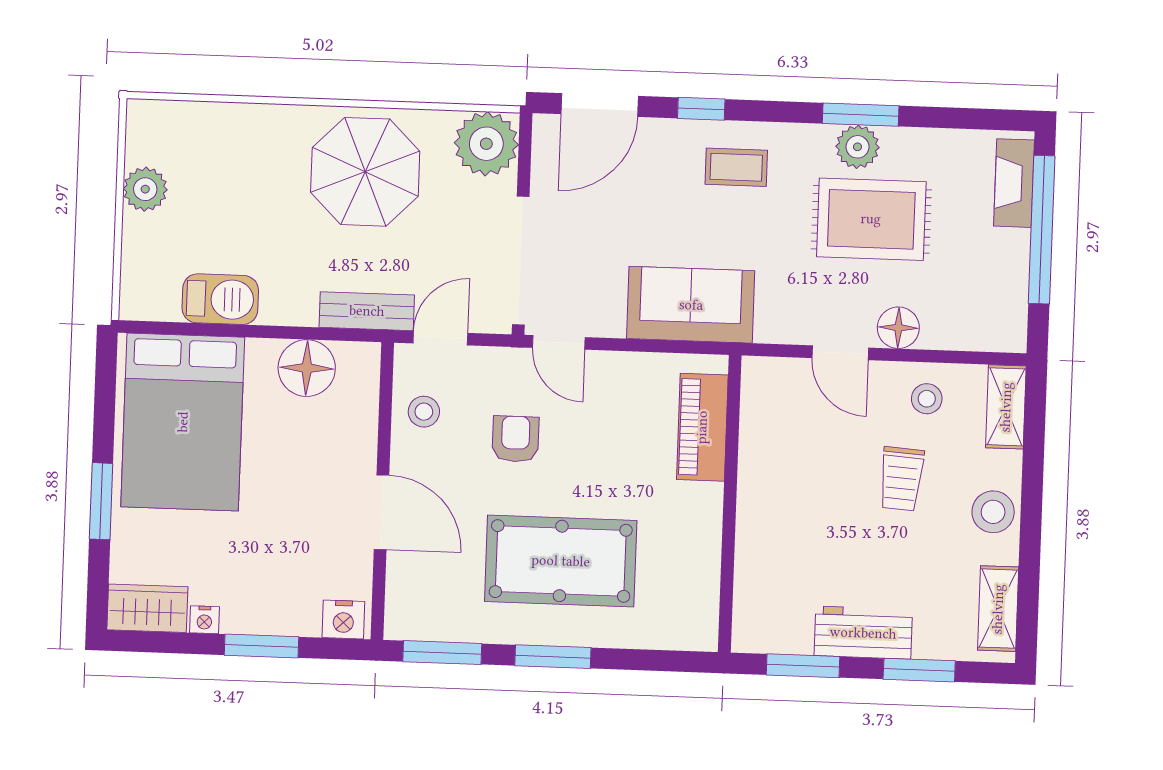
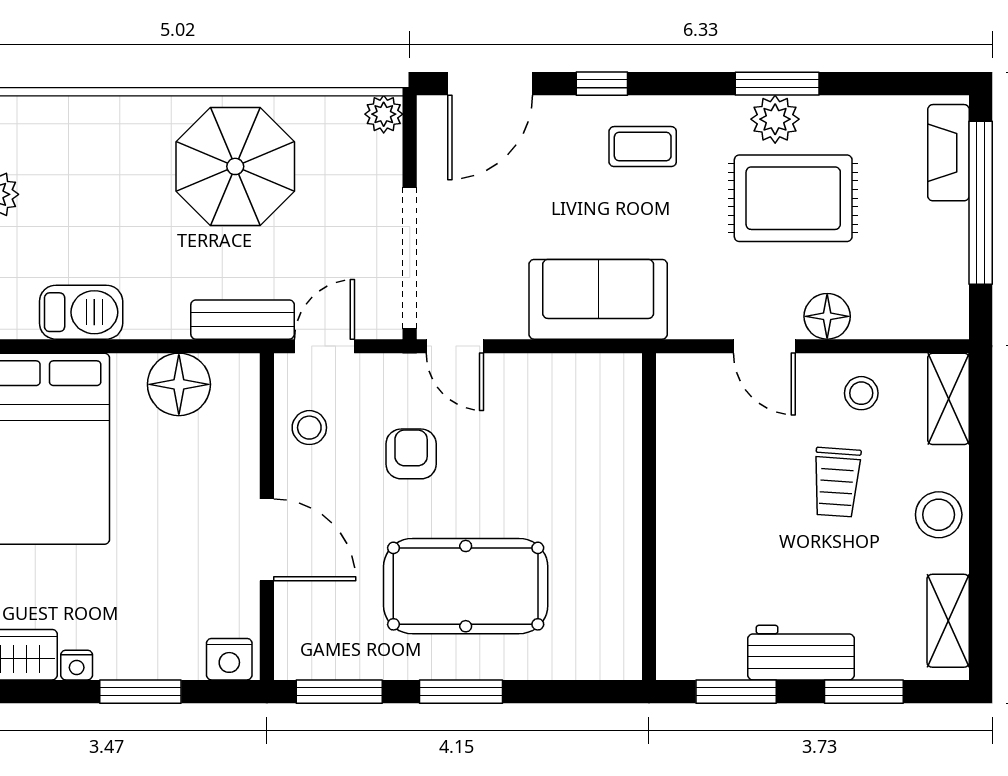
plant: (486, 144) -> (384, 114), width x0.53, depth x0.53
piano: (702, 427) -> (616, 433), removed

